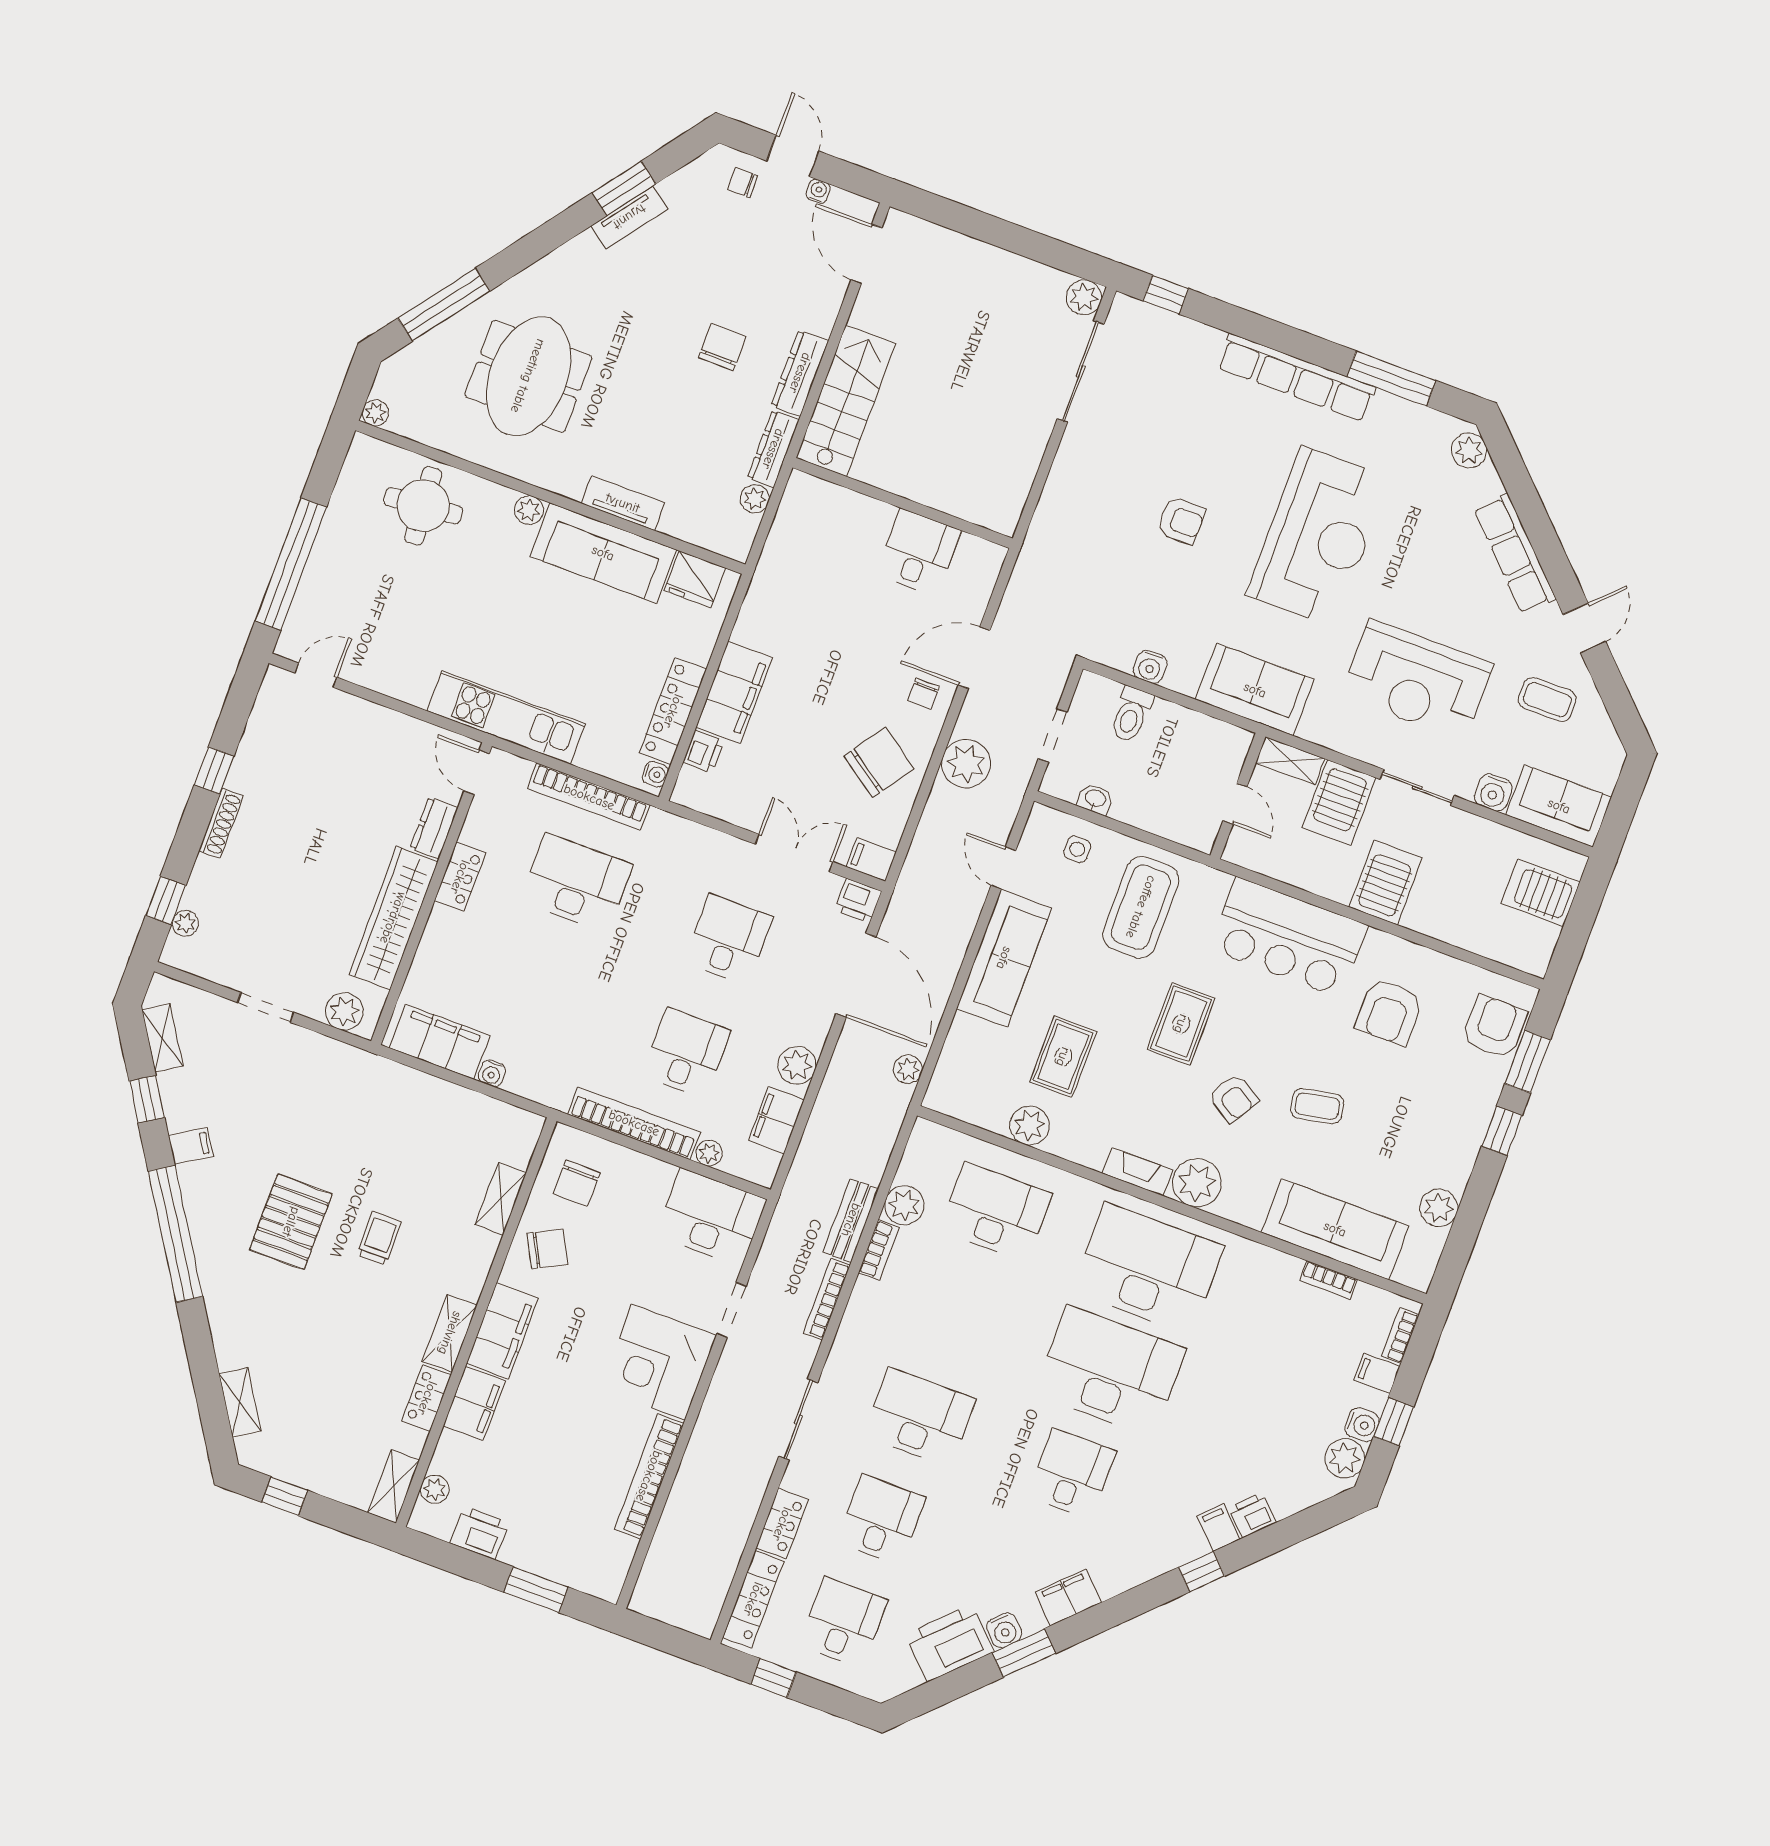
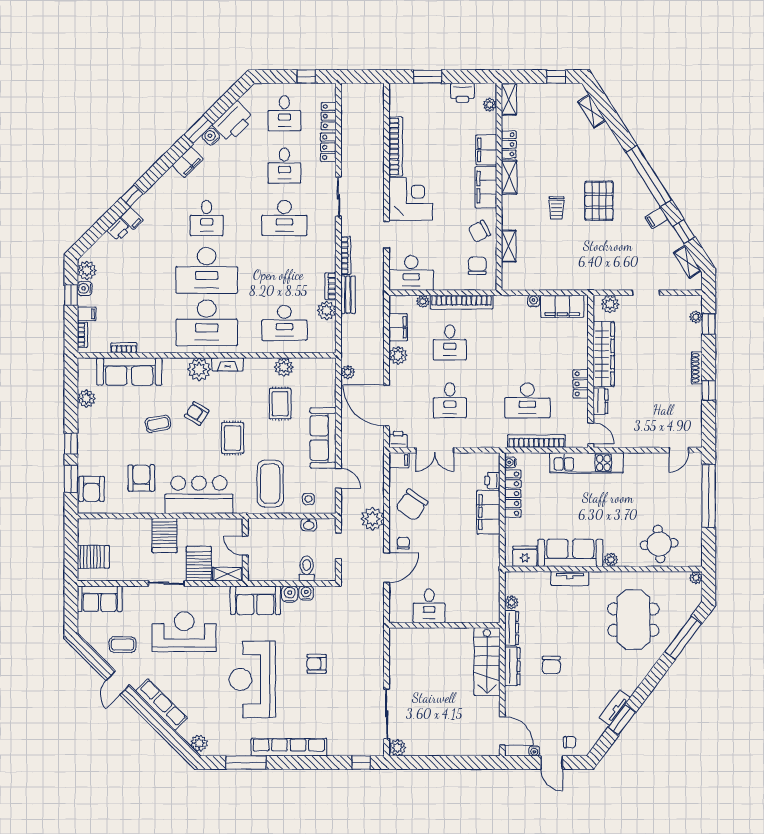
water cooler: (1493, 792) -> (290, 594), moved
locker: (753, 1599) -> (329, 116), width x0.66

